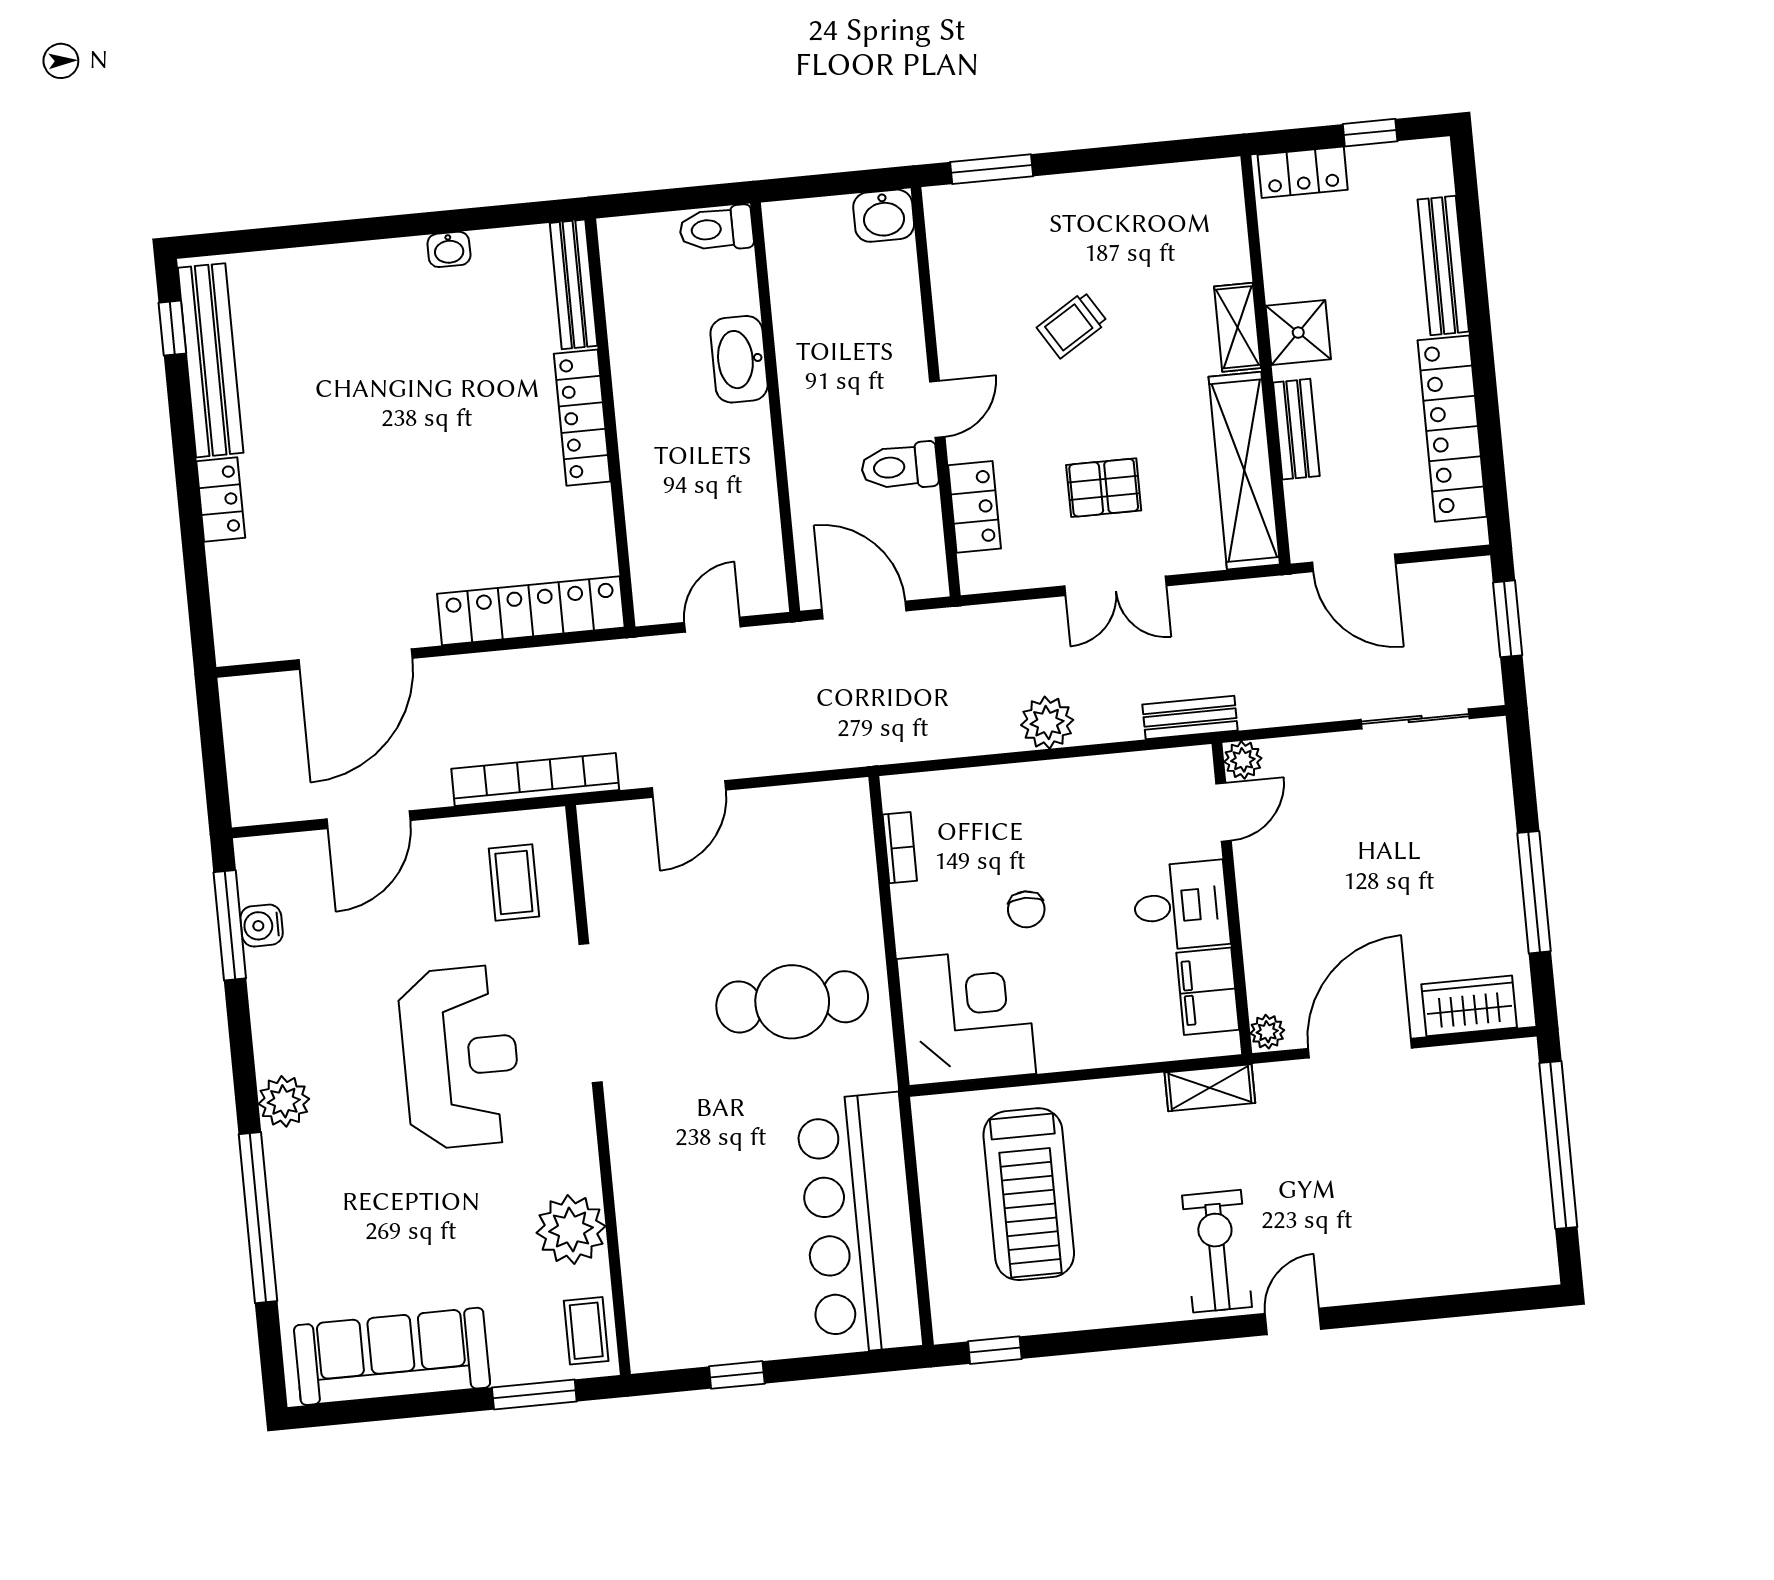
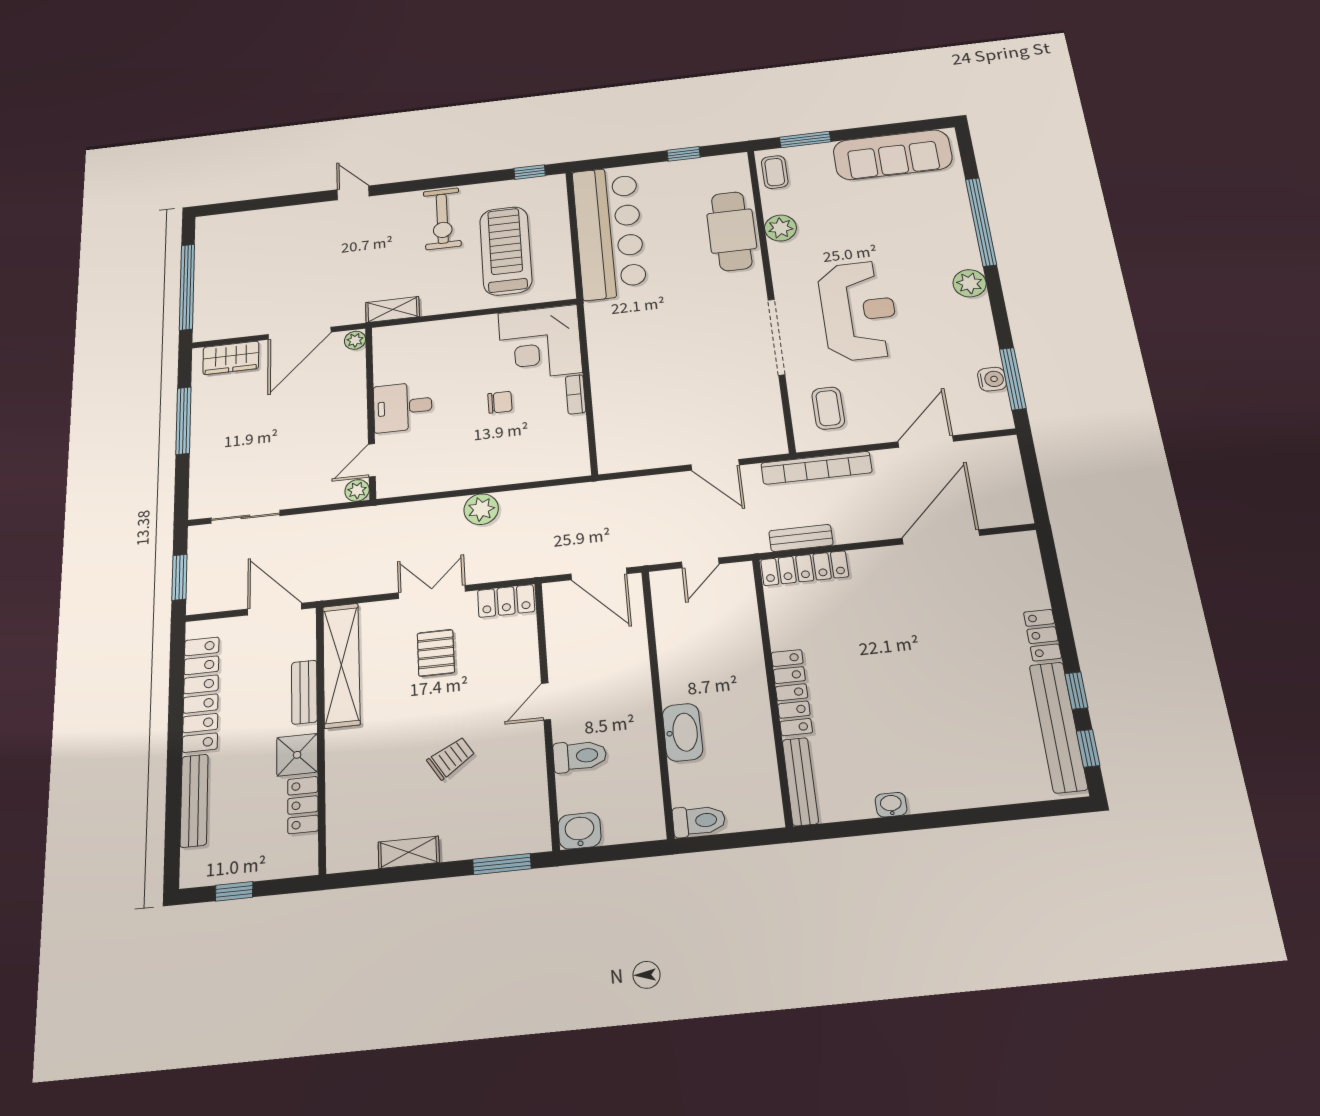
locker: (1303, 172) -> (303, 805), moved, turned -90
shelving: (1238, 327) -> (409, 852), moved, turned 90
window: (181, 414) -> (1076, 691), added
toilet: (900, 467) -> (580, 756), moved
pallet: (1104, 488) -> (436, 653), turned 90
locker: (974, 507) -> (506, 601), moved, turned -90
locker: (531, 611) -> (805, 568), width x0.71, depth x0.83
bench: (1190, 718) -> (801, 538), moved
door: (689, 789) -> (715, 465), swing flipped
bookcase: (900, 848) -> (576, 394), moved
chair: (1026, 909) -> (500, 402), turned 90
filing cabinet: (1208, 991) -> (390, 361), removed
cafe table: (792, 1002) -> (732, 231), moved, turned 90
reception desk: (460, 1057) -> (858, 311), turned 180
plant: (571, 1230) -> (780, 228), width x0.73, depth x0.73
exercise bike: (1217, 1251) -> (442, 219), moved
door: (1293, 1321) -> (353, 193), swing flipped

